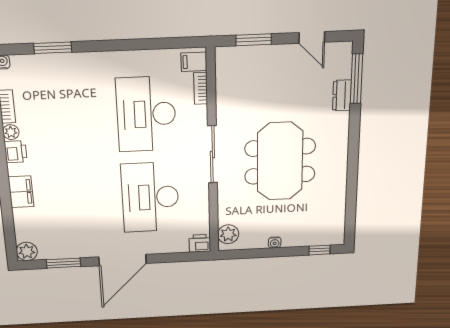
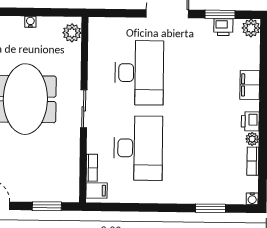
sliding door: (212, 154) -> (84, 109), width x0.73
printer: (200, 243) -> (223, 27), moved

